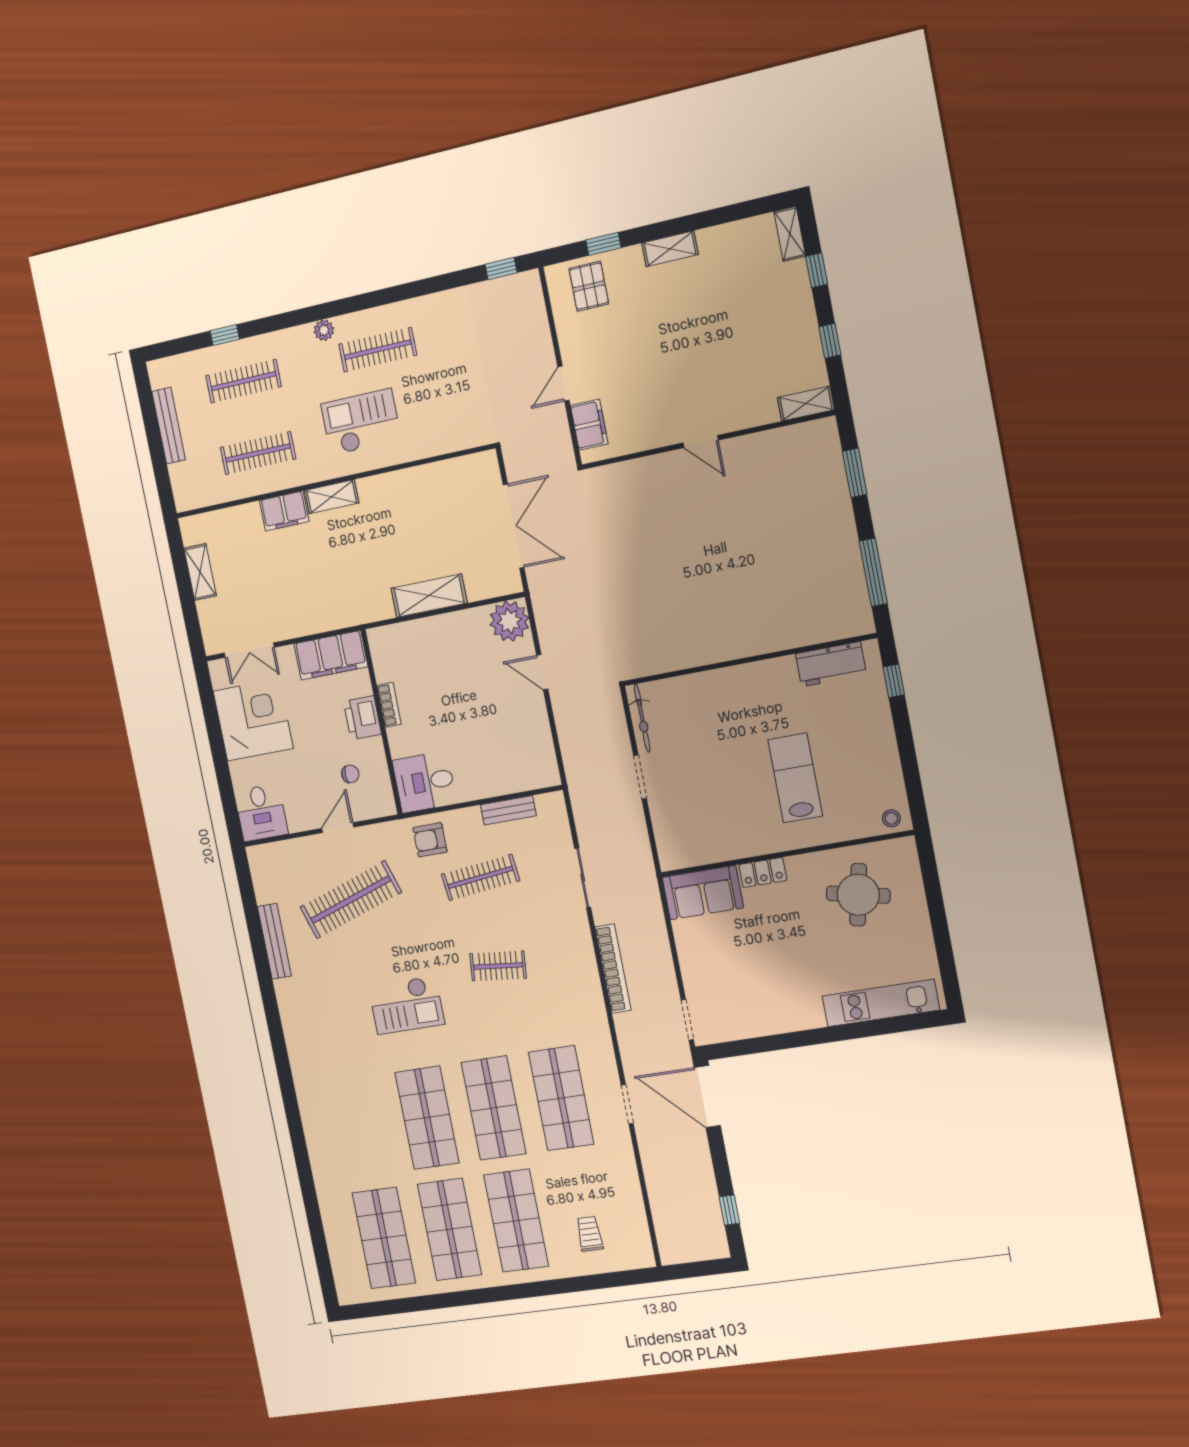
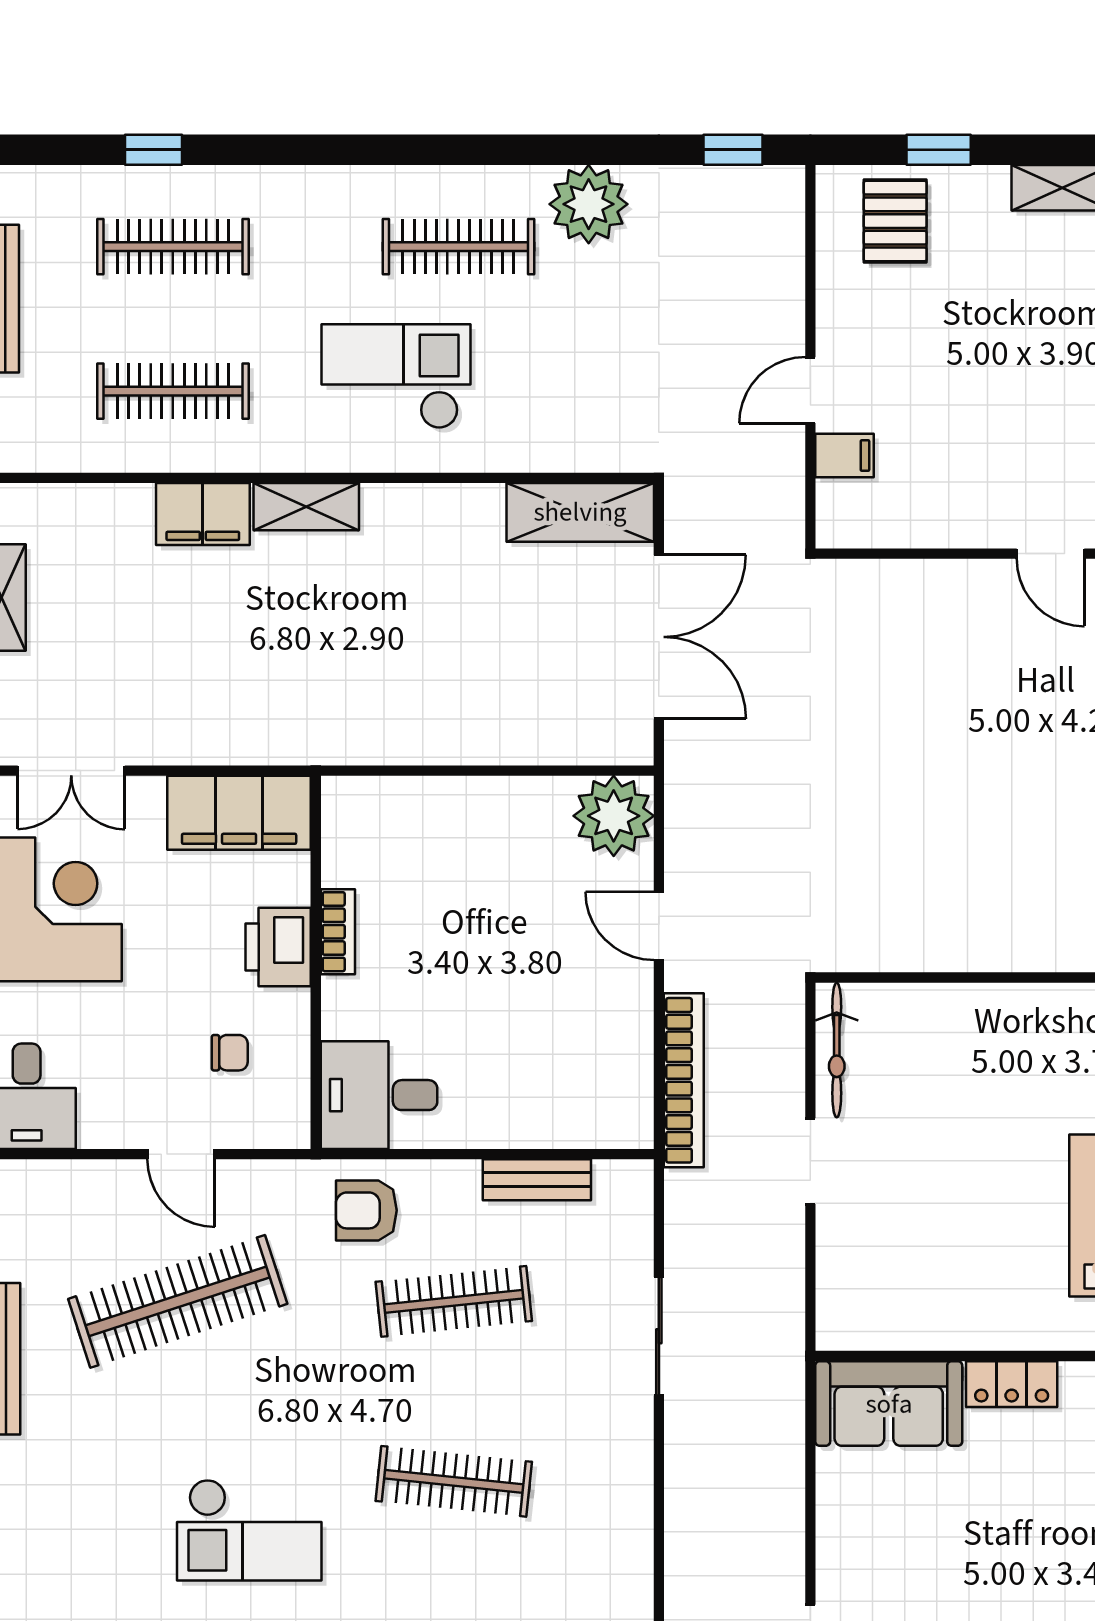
plant: (324, 330) -> (589, 204), moved, width x1.87, depth x1.87
filing cabinet: (589, 425) -> (845, 455), width x0.50
shelving: (429, 596) -> (580, 512), moved
door: (338, 828) -> (181, 1154), swing flipped
clothes rail: (498, 966) -> (454, 1481), width x1.36
bookcase: (613, 969) -> (684, 1080), moved

